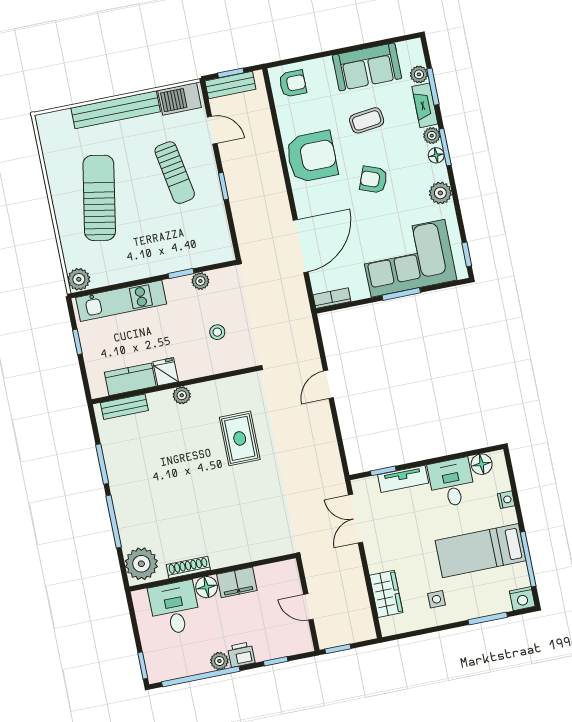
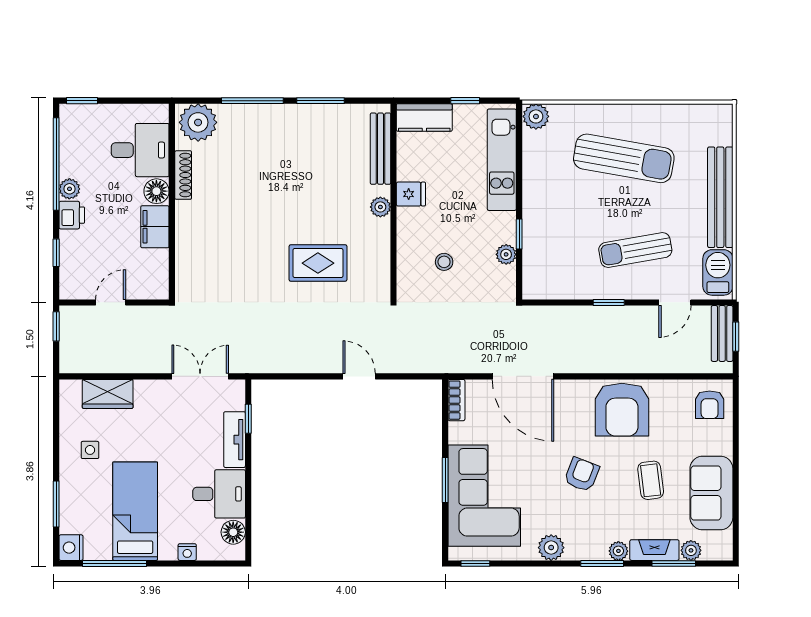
floor lamp: (436, 155) -> (595, 551), removed
kitchen counter: (130, 379) -> (424, 117), moved, turned 90
bench: (124, 407) -> (381, 149), width x1.36

